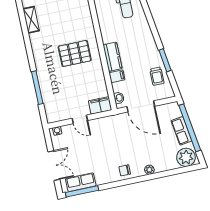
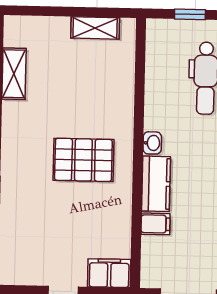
washbasin: (119, 98) -> (152, 143), moved

